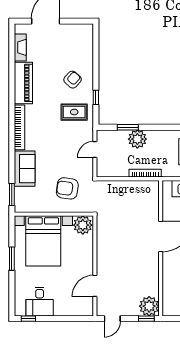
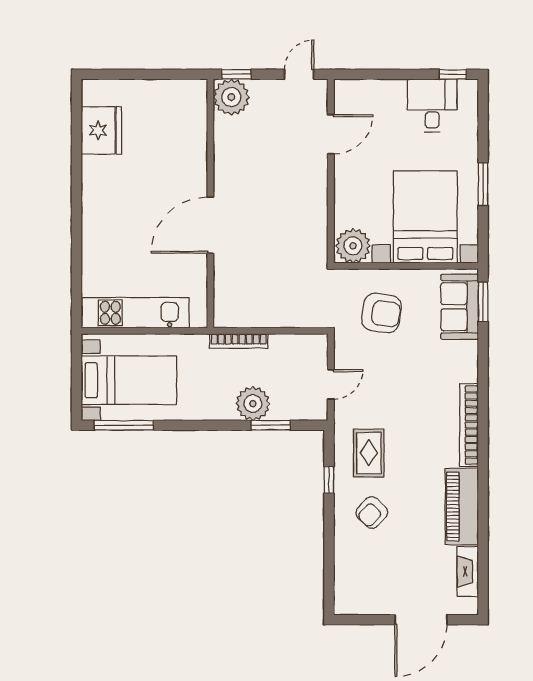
rug: (74, 112) -> (369, 453), turned 90
sofa: (25, 169) -> (460, 307), moved

